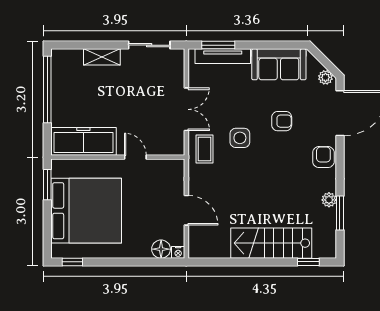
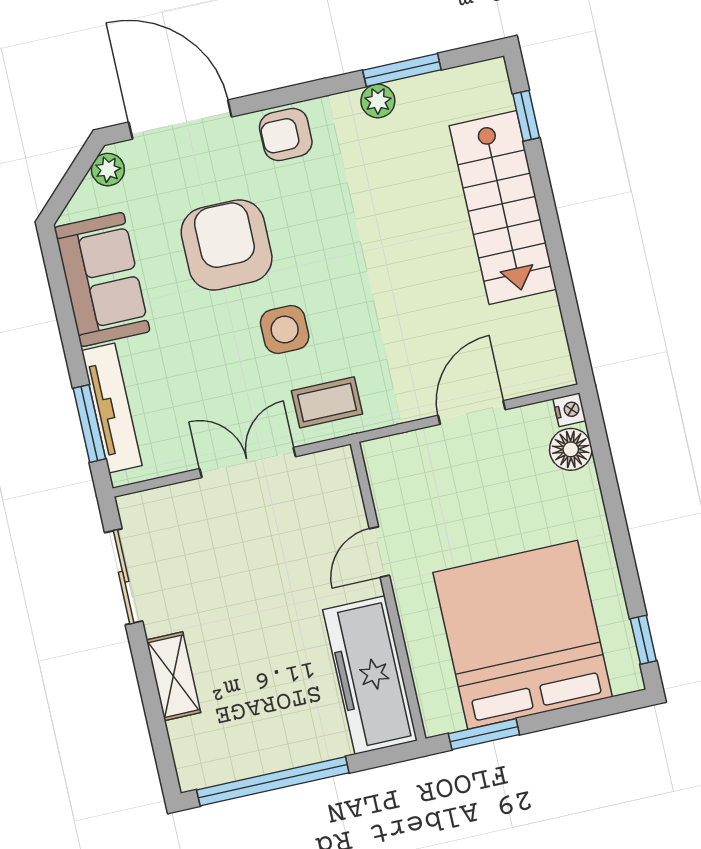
armchair: (282, 121) -> (227, 245), width x1.88, depth x1.88

